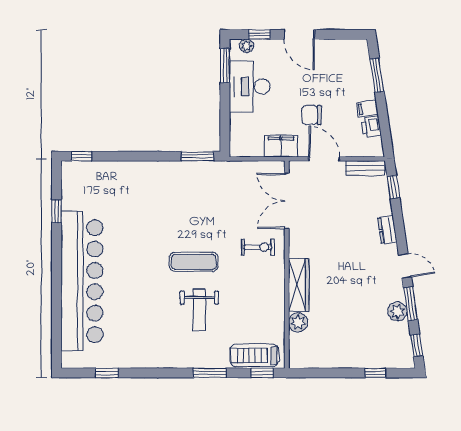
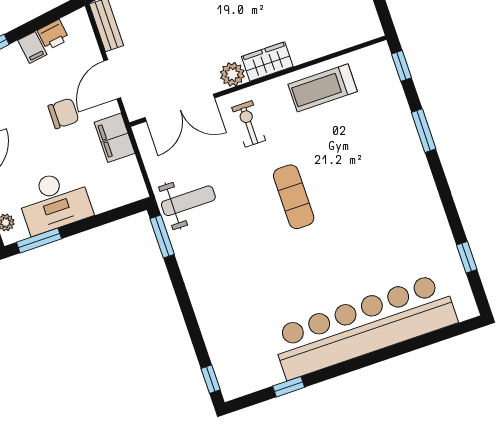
chair: (311, 115) -> (63, 113), turned -90
wardrobe: (299, 285) -> (267, 62), width x0.67
weight bench: (199, 310) -> (188, 201), moved
plant: (298, 322) -> (232, 74), moved
treadmill: (254, 355) -> (323, 88), moved, turned 90

